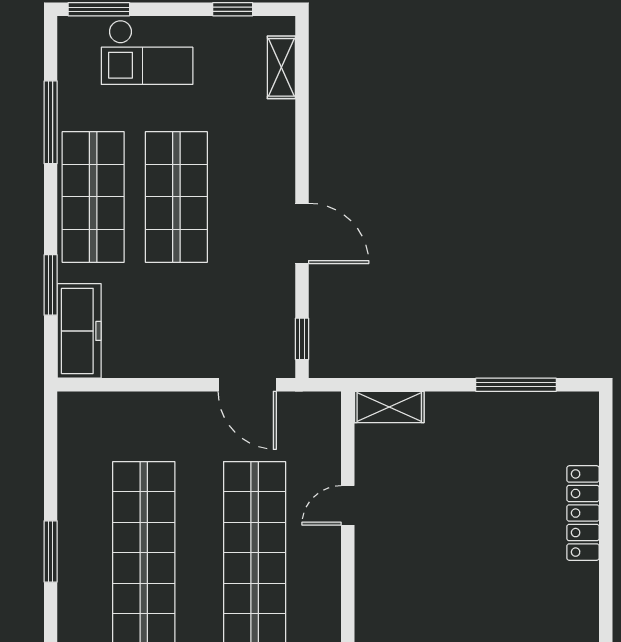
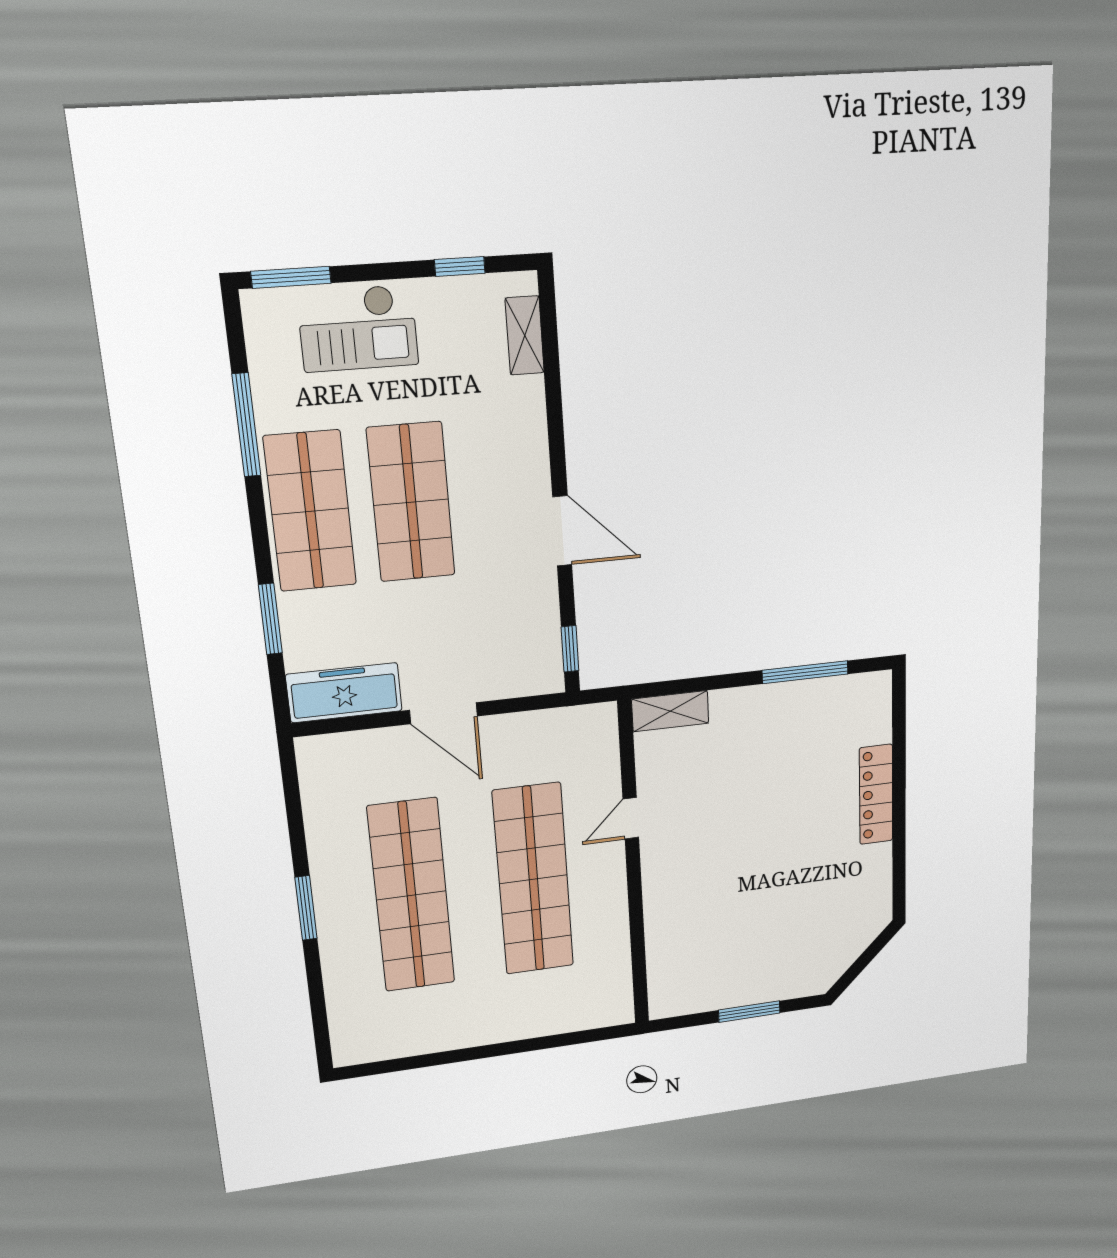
freezer: (79, 331) -> (344, 693), moved, turned -90
door: (247, 385) -> (443, 713), moved

